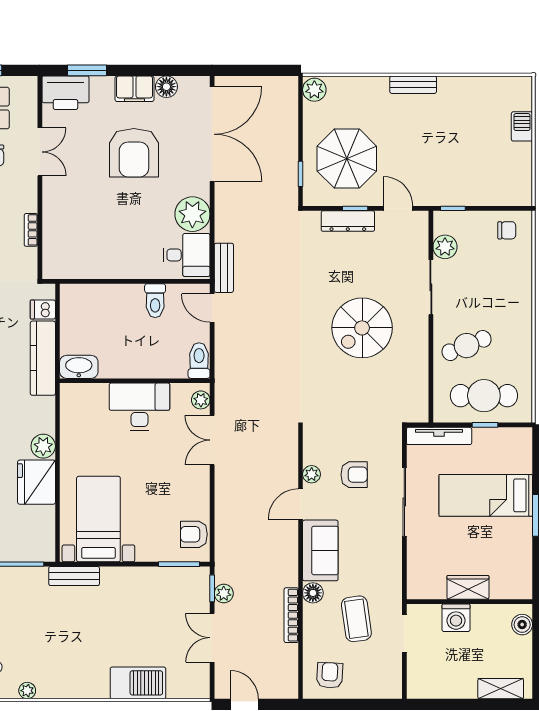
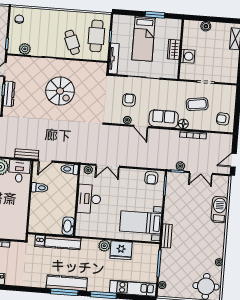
wardrobe: (468, 587) -> (174, 50), moved
wall: (470, 602) -> (181, 49), moved
washing machine: (456, 618) -> (188, 56), moved

